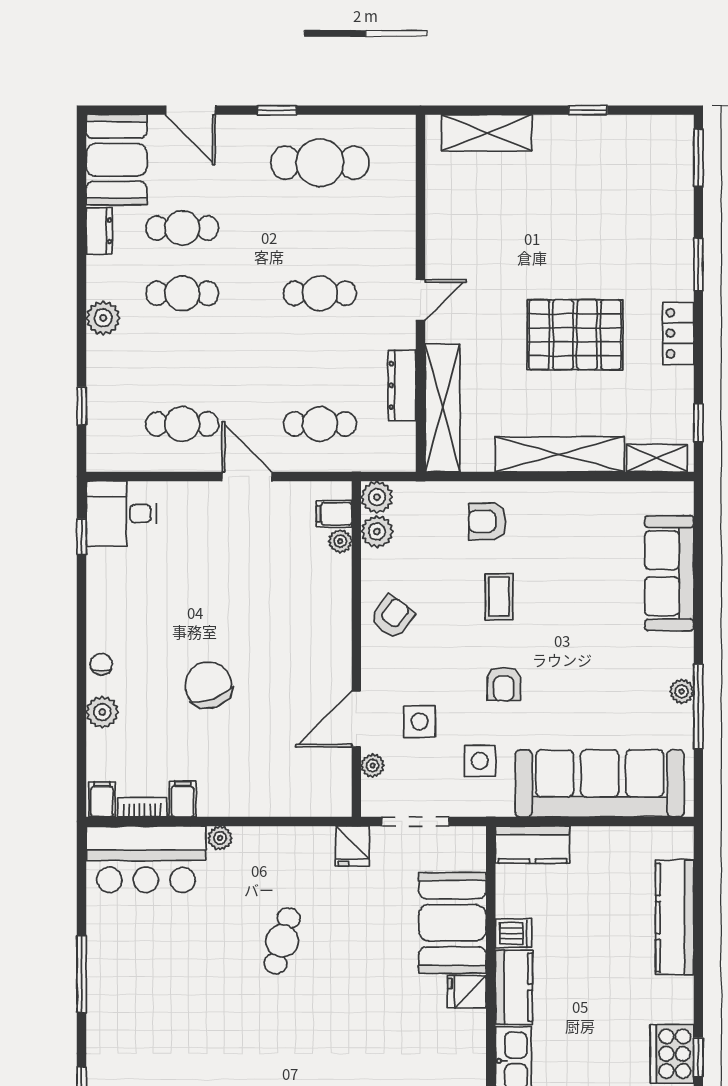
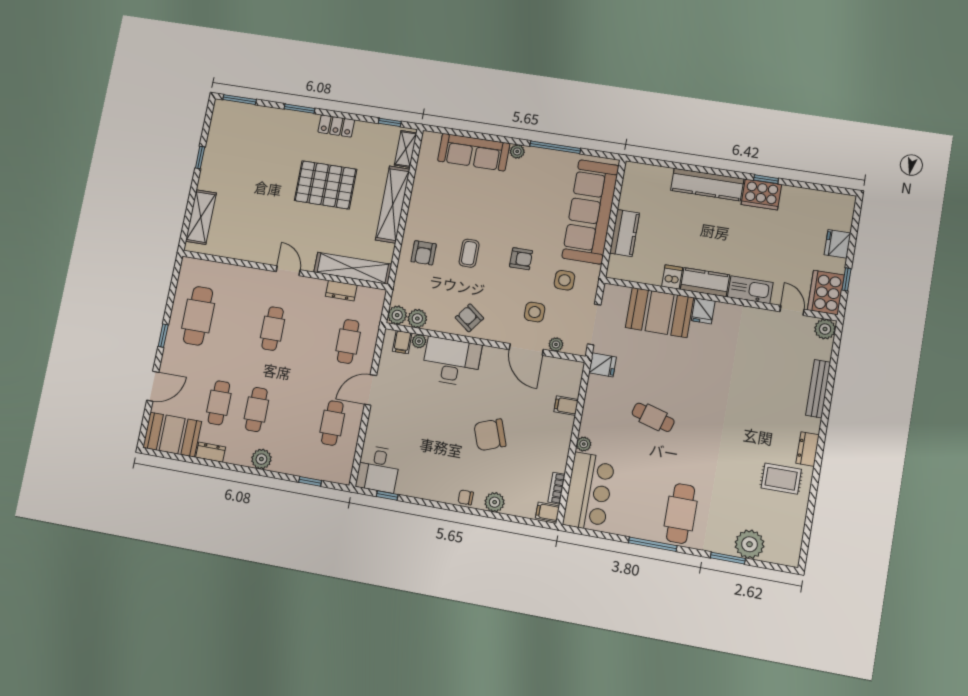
pallet: (575, 335) -> (326, 185), turned 90
dresser: (402, 385) -> (341, 291), width x0.70
coffee table: (499, 597) -> (469, 253), turned 90
desk: (316, 601) -> (451, 362), added
plant: (682, 691) -> (517, 151), moved
filing cabinet: (183, 799) -> (566, 406), moved
kitchen counter: (532, 845) -> (625, 233), moved
kitchen counter: (675, 918) -> (707, 185), moved
cafe table: (138, 1009) -> (681, 514), added

